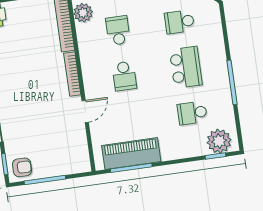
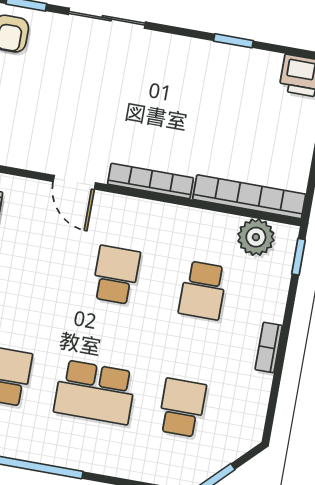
school desk: (118, 30) -> (203, 290), turned 90
school desk: (124, 76) -> (116, 275), turned 90

